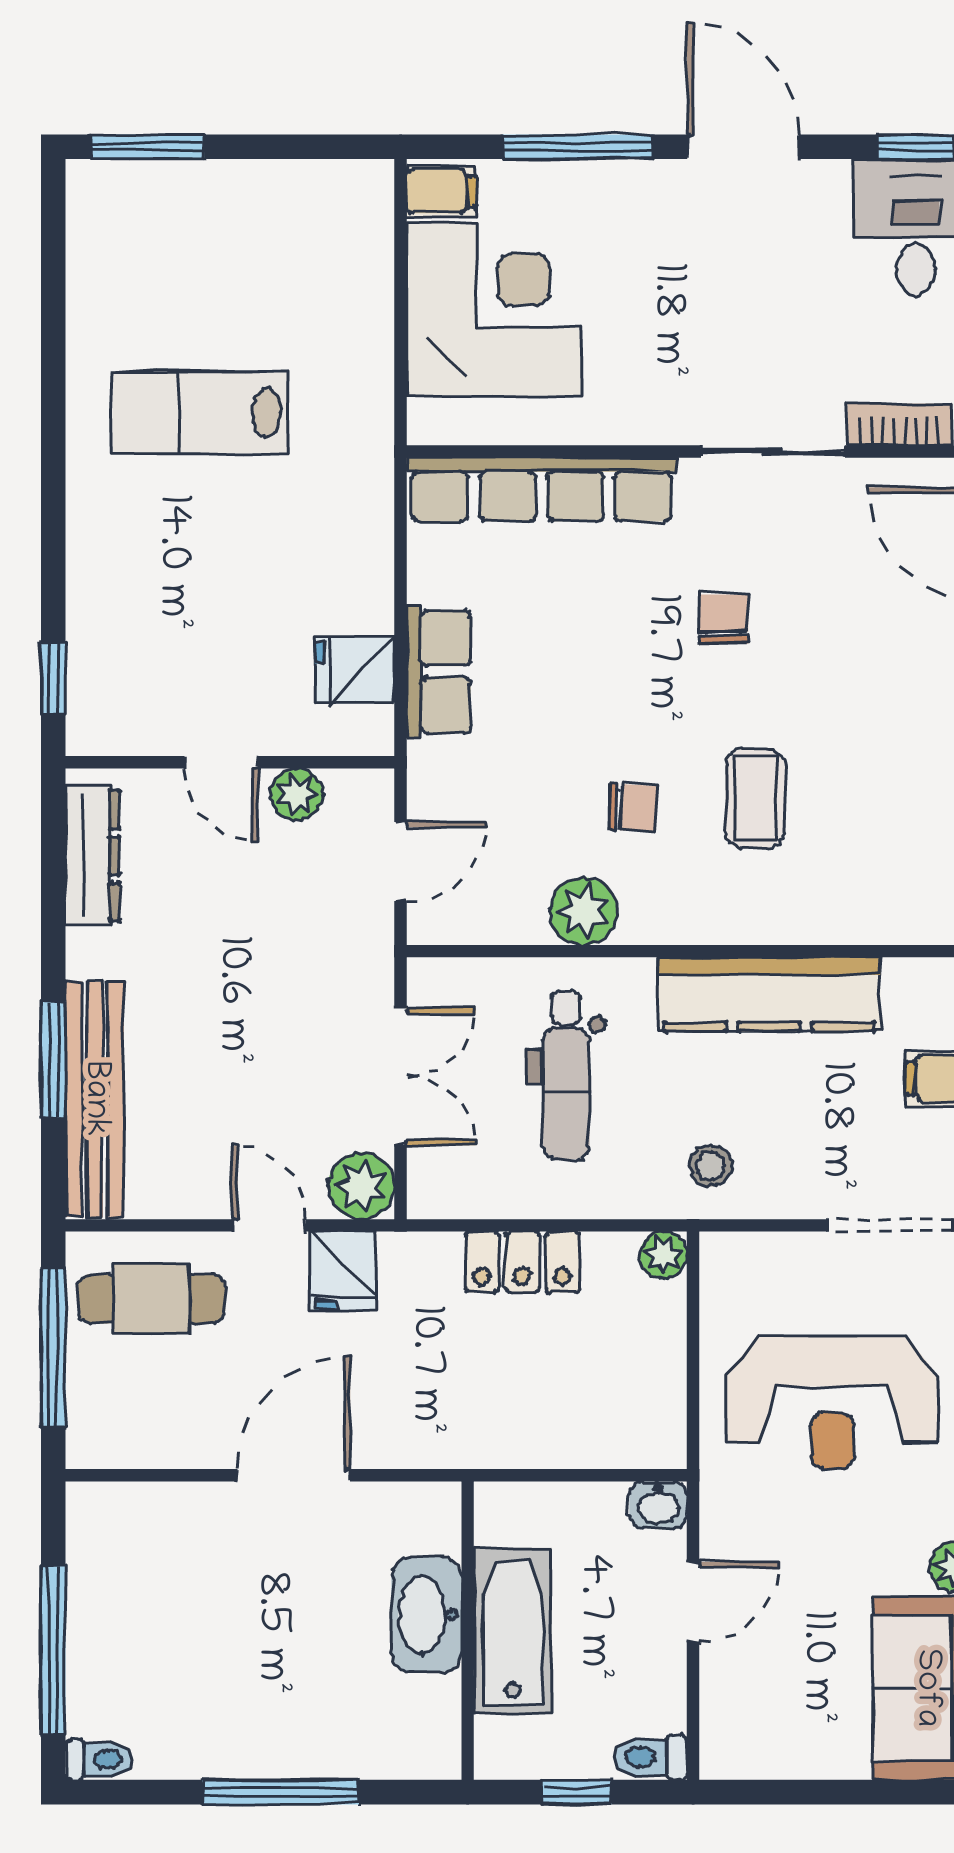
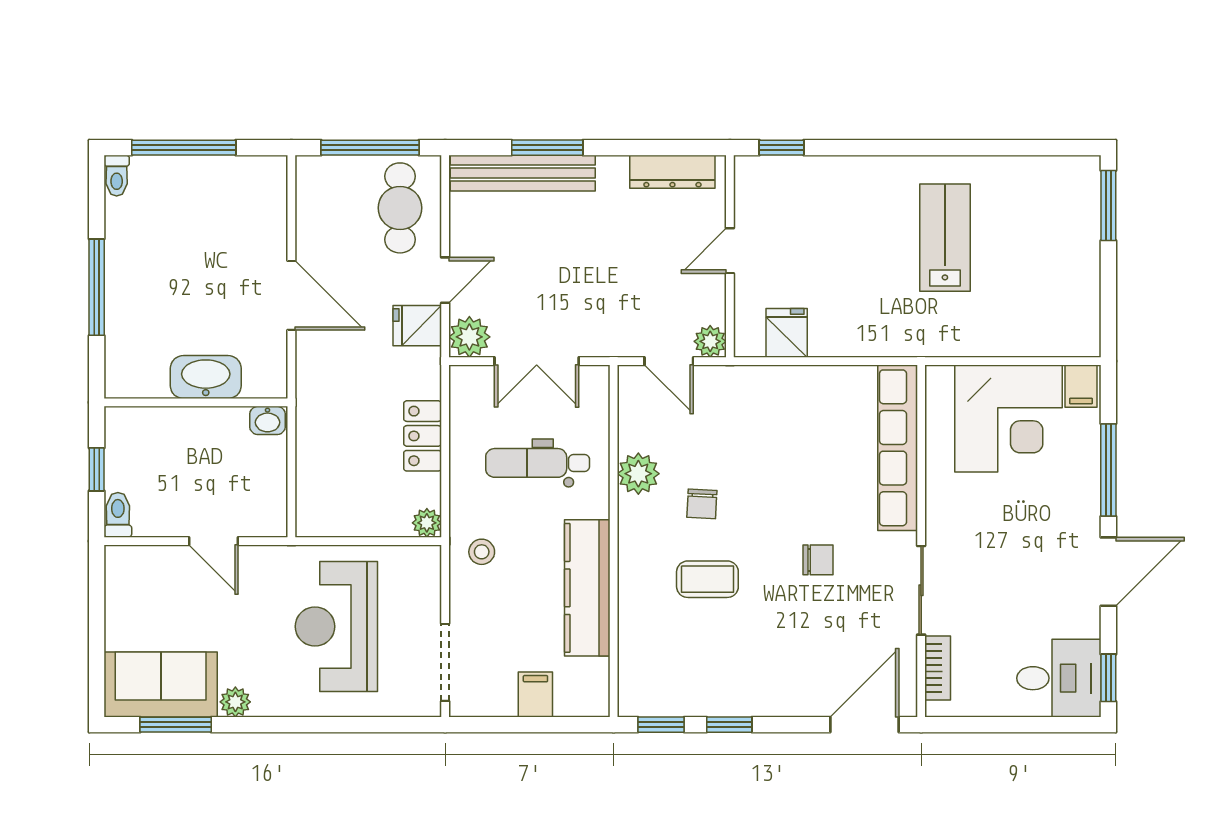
row of seats: (439, 672) -> (786, 385), removed
plant: (297, 794) -> (710, 341), moved
washbasin: (658, 1505) -> (268, 420), moved, turned -90
bathtub: (513, 1631) -> (196, 430), removed

